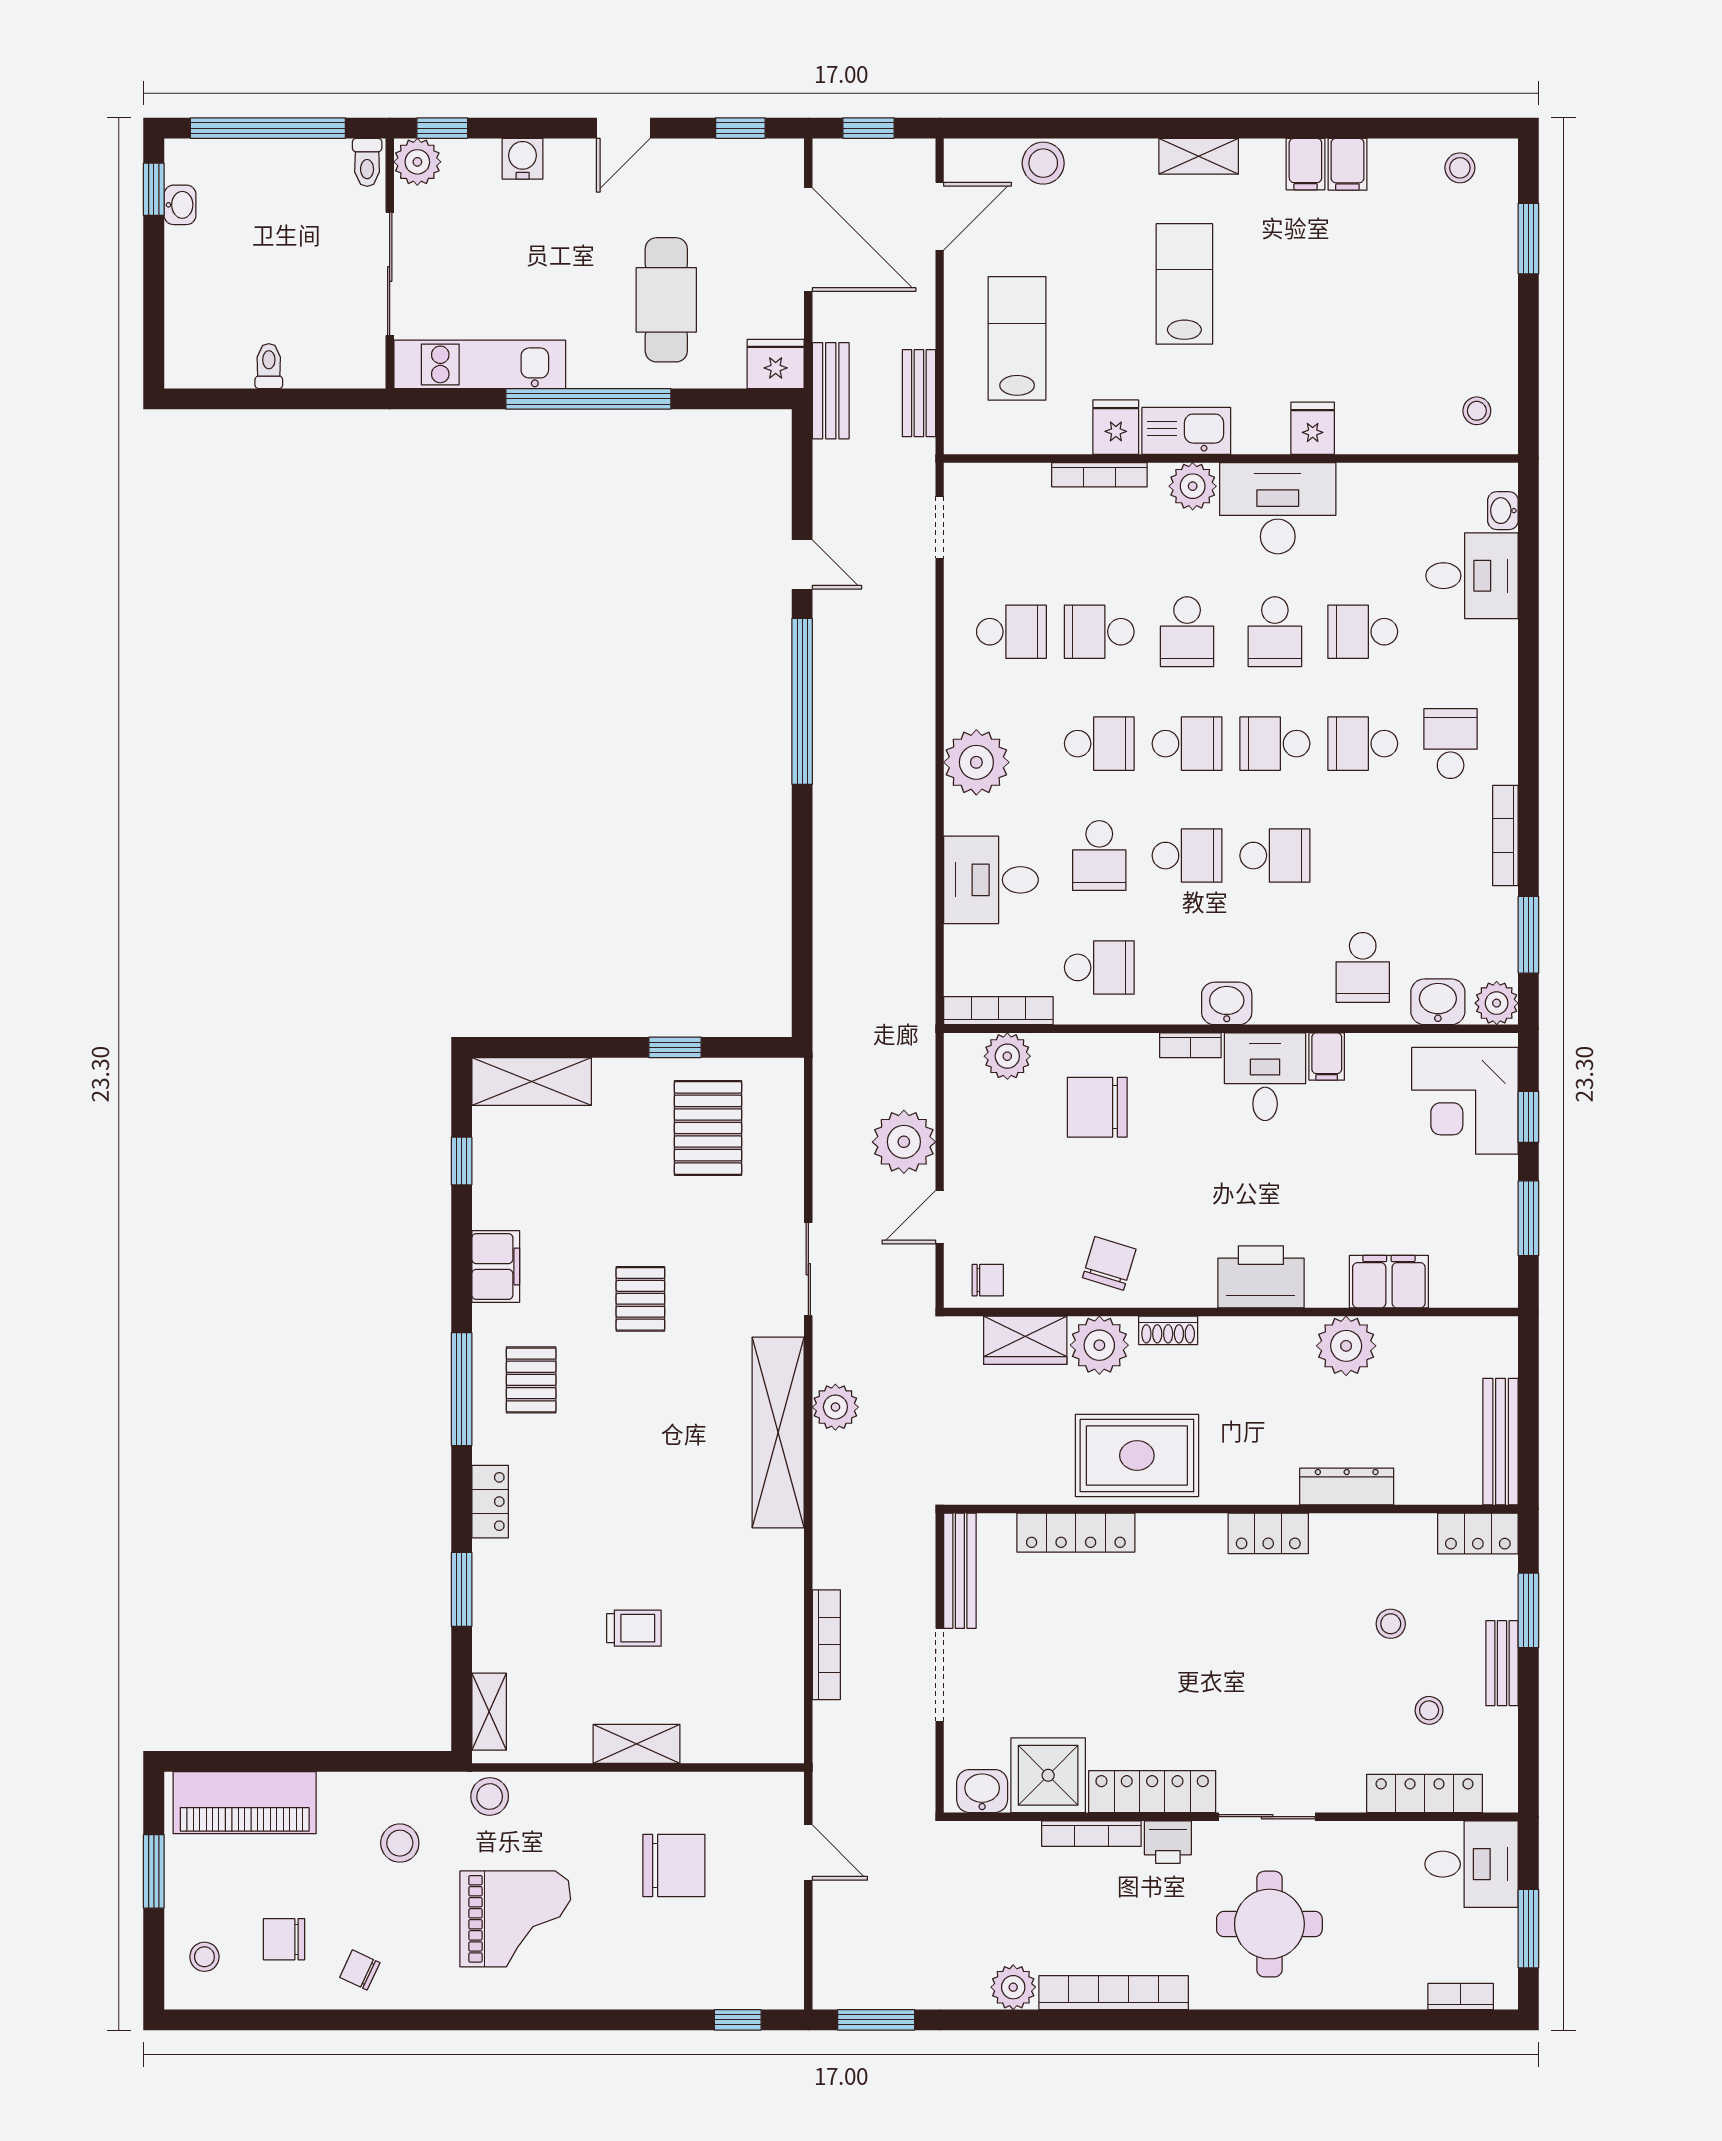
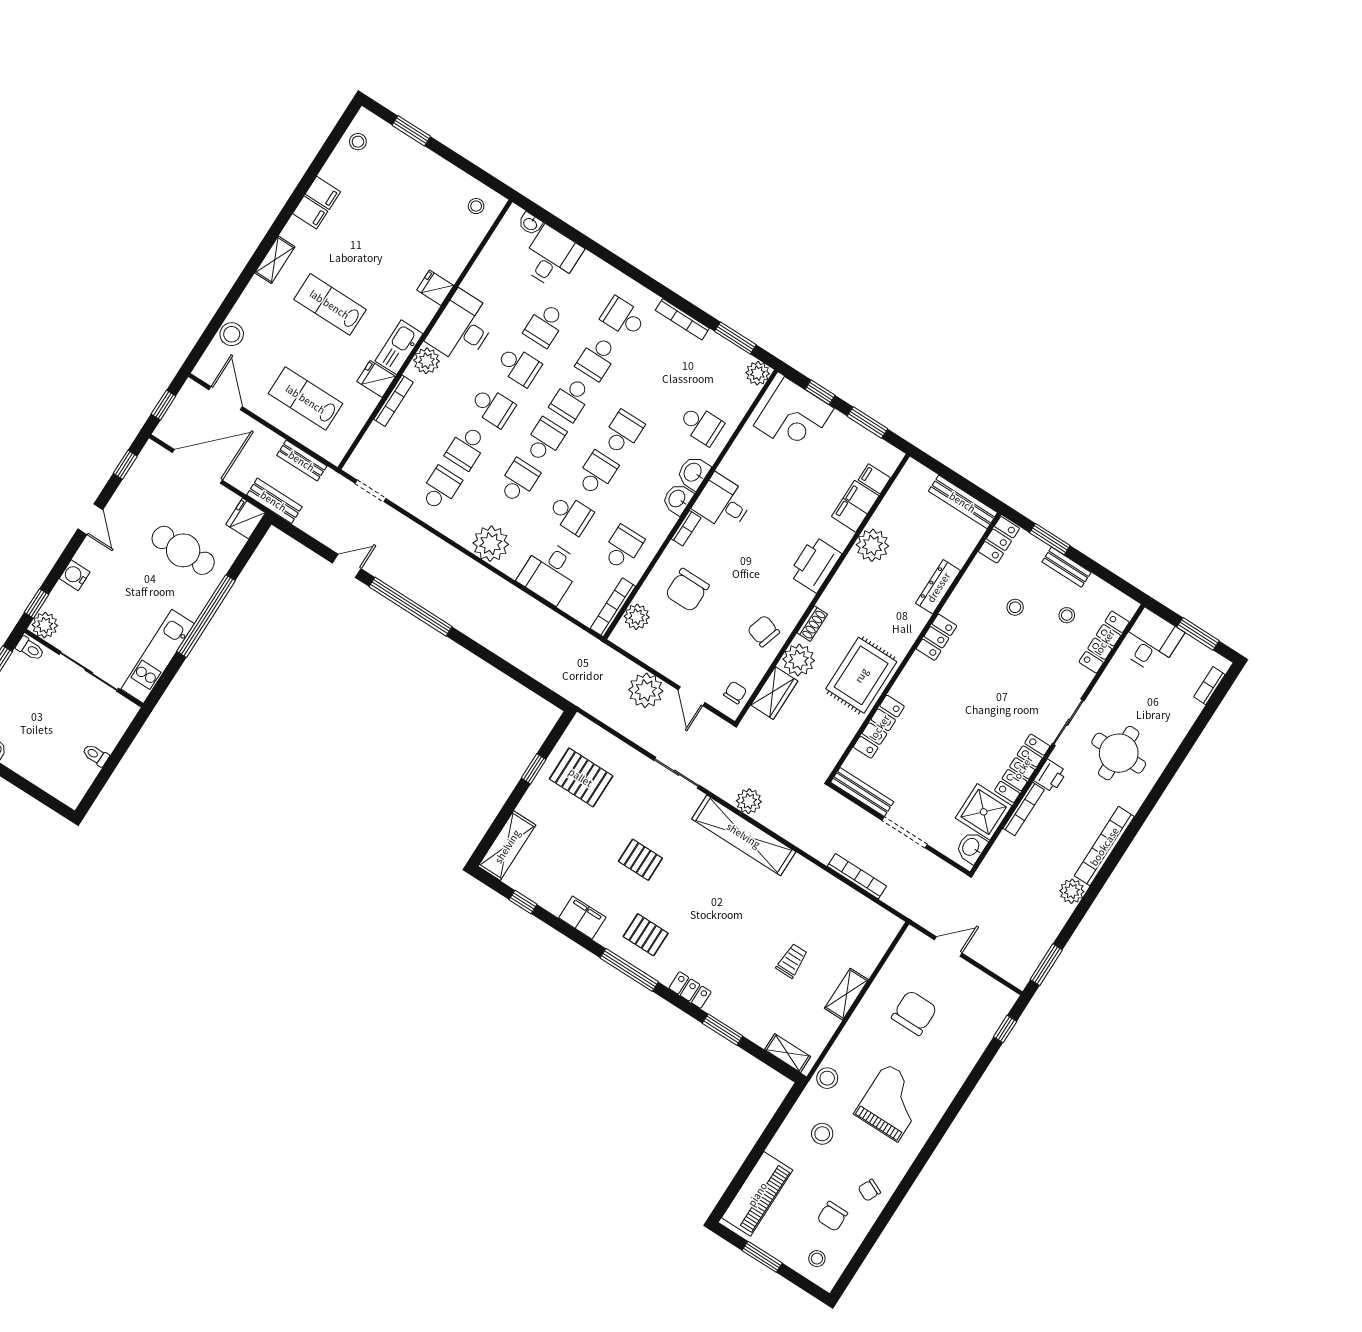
washbasin: (1438, 1002) -> (693, 473), moved
filing cabinet: (1327, 1057) -> (874, 479), moved, turned 180

